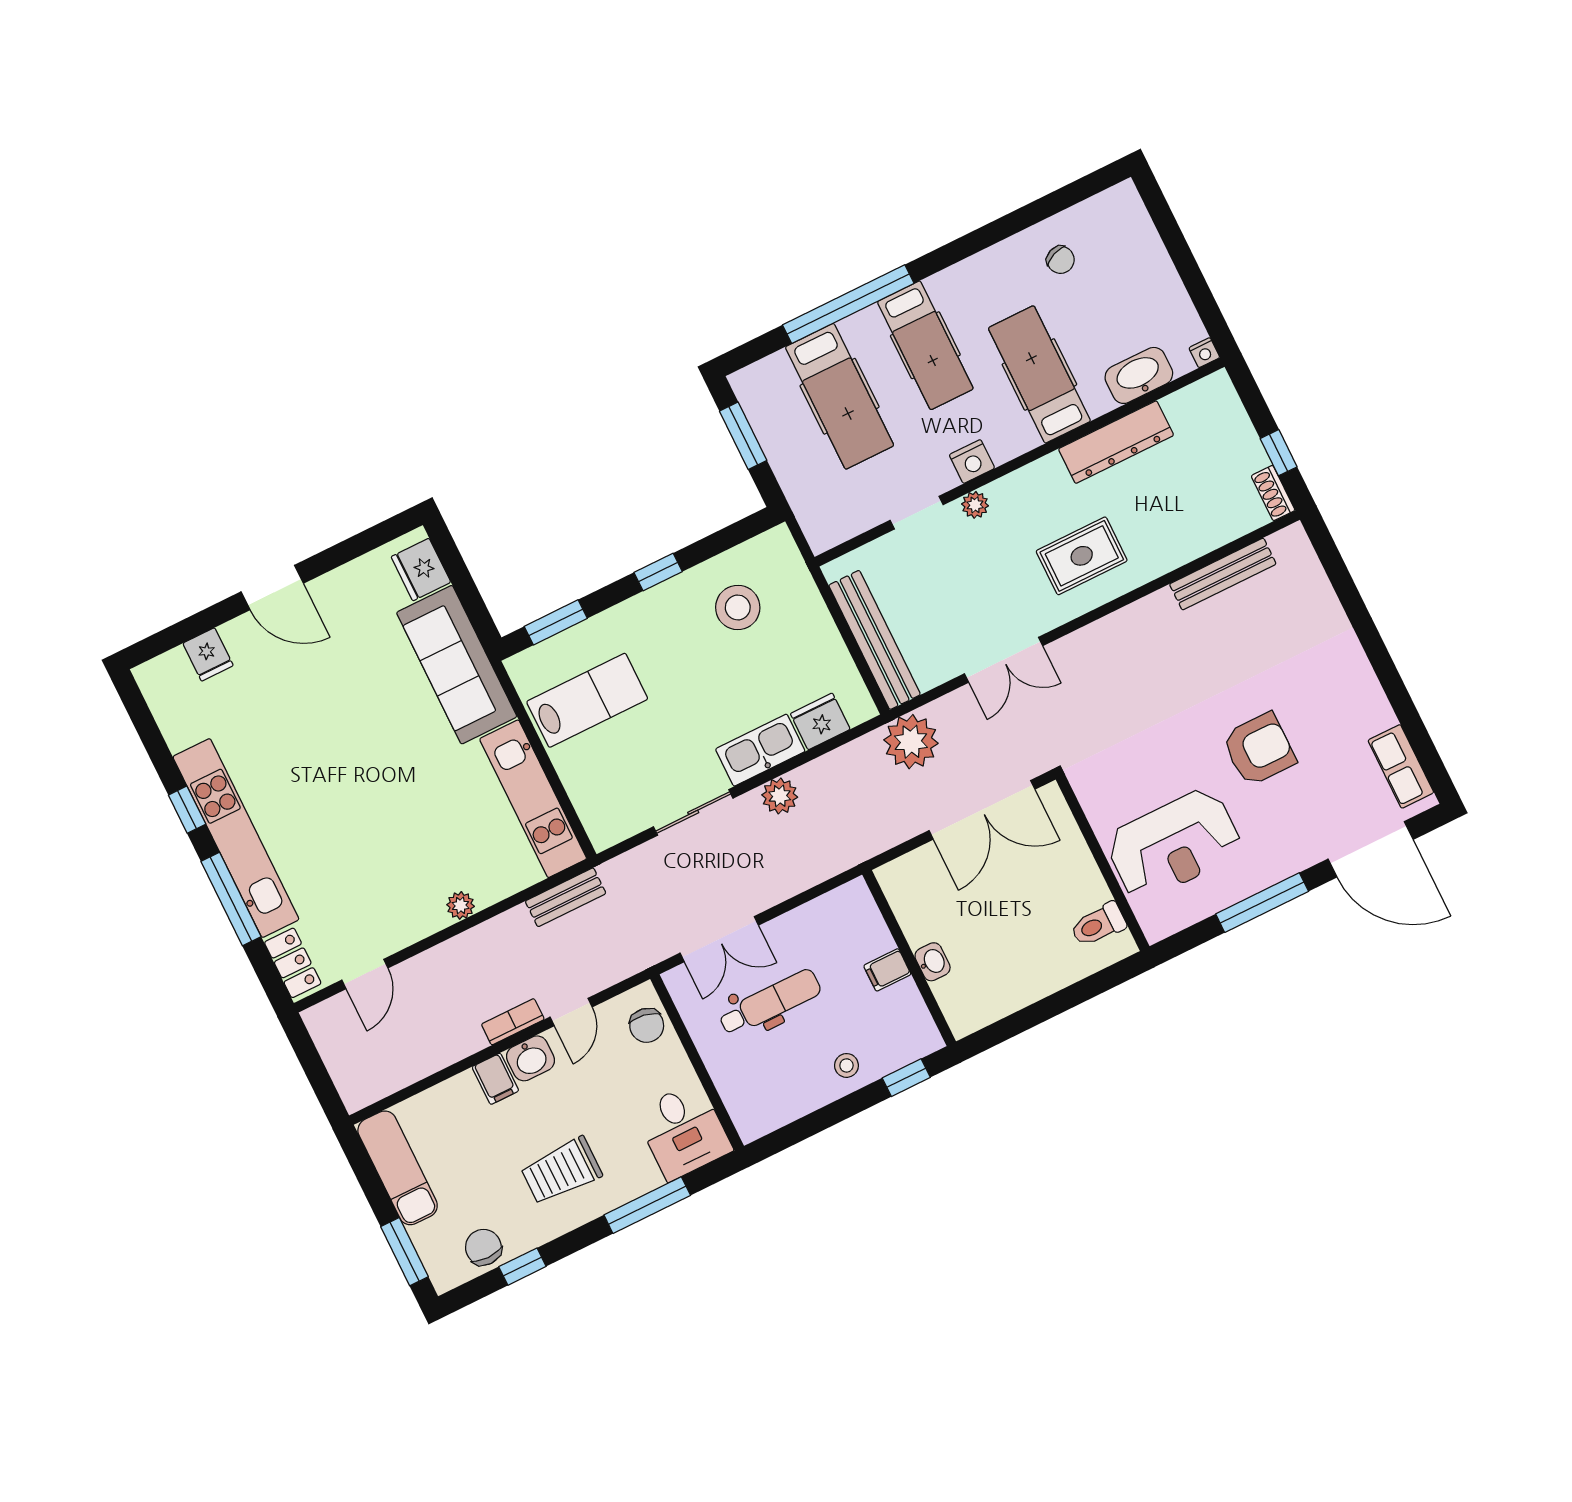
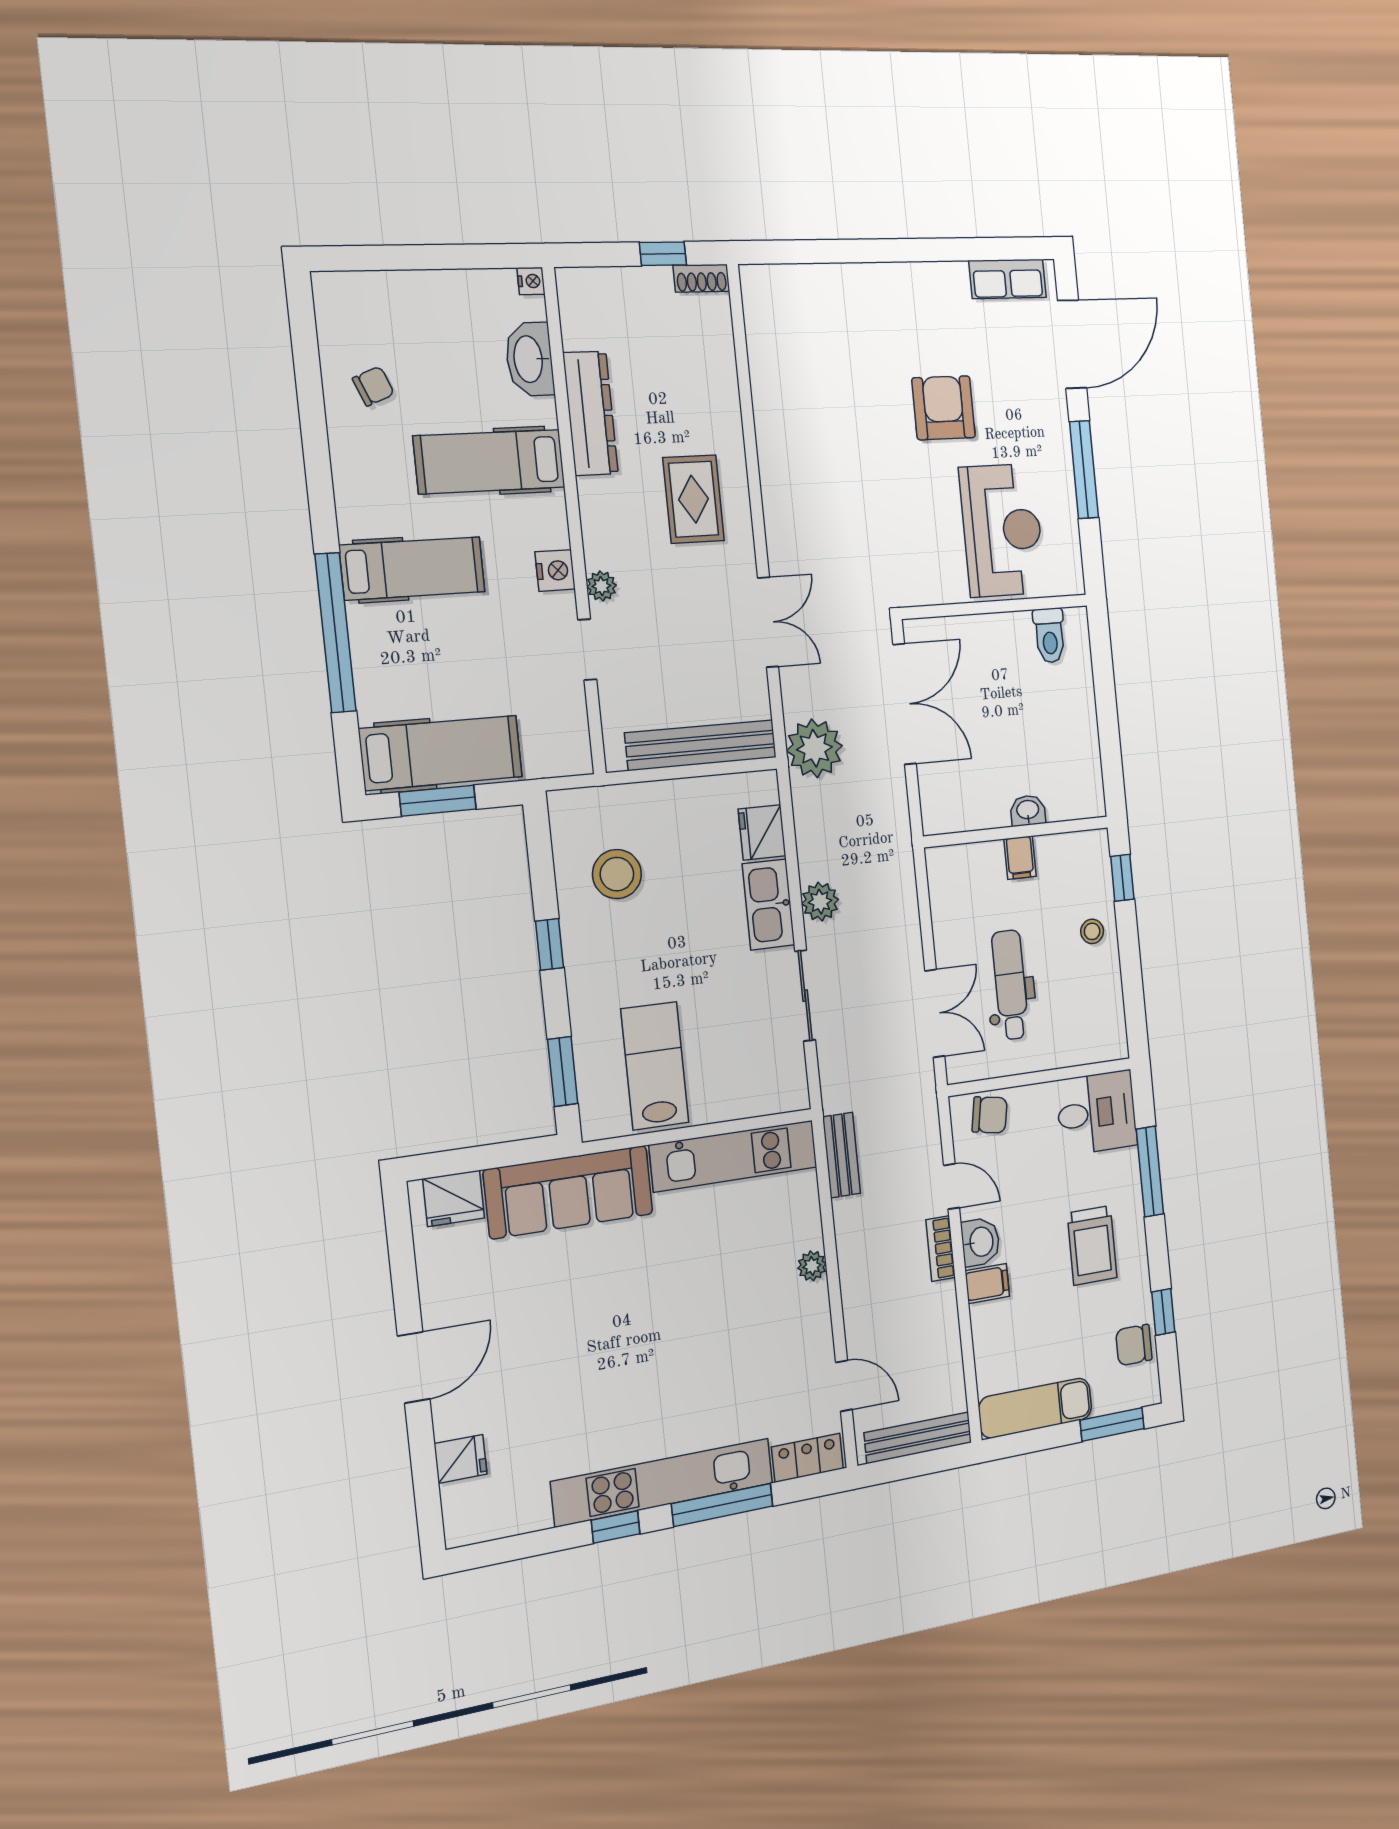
hospital bed: (840, 396) -> (441, 753), moved
bench: (1223, 574) -> (918, 1438), moved, turned 90

